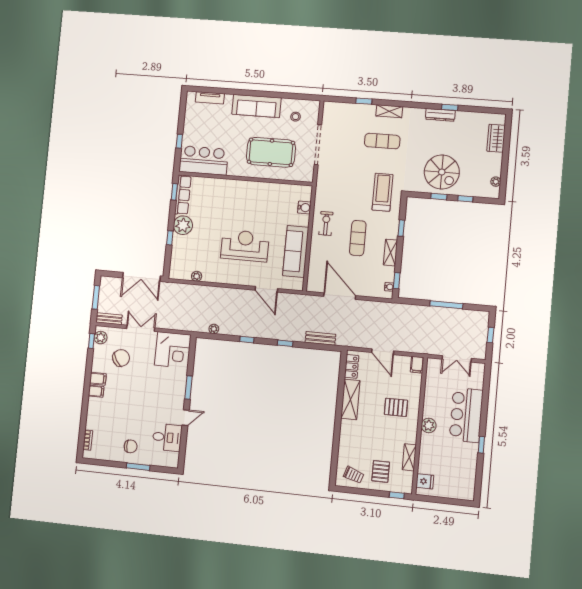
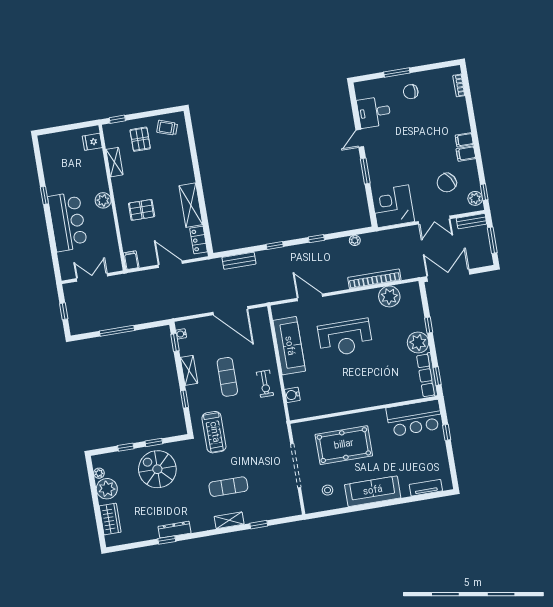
plant: (492, 166) -> (107, 489), added
plant: (197, 276) -> (389, 296), width x1.88, depth x1.88
bookcase: (206, 291) -> (374, 279), added

